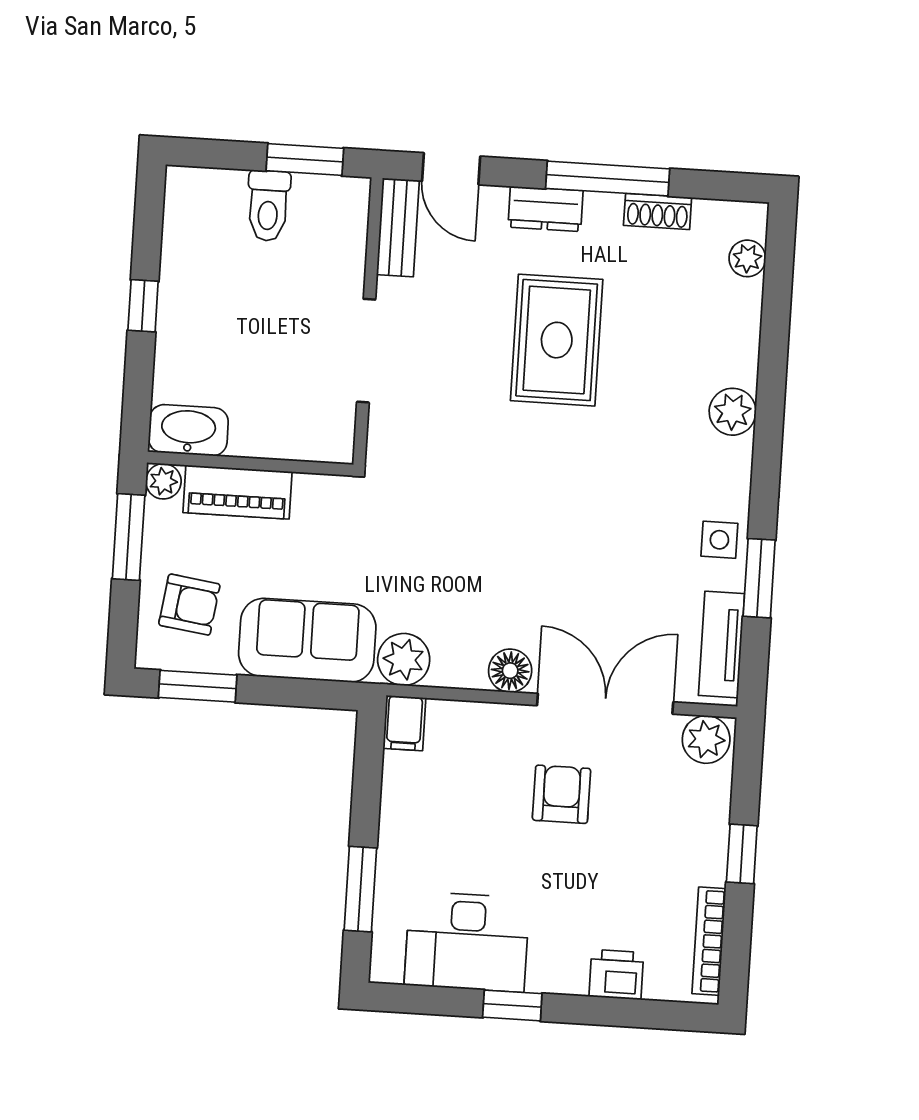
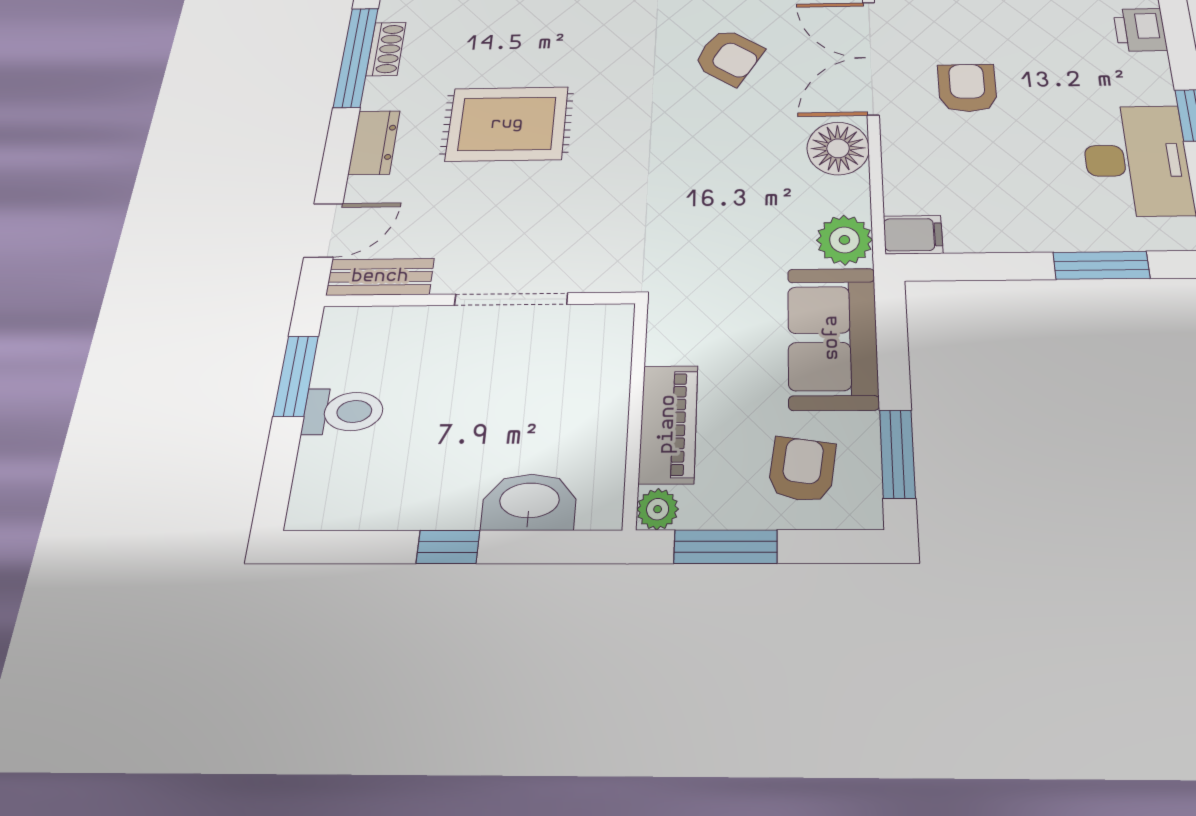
window: (608, 179) -> (356, 57), moved
washbasin: (188, 430) -> (529, 502), moved, turned 90
armchair: (618, 562) -> (728, 57), added
floor lamp: (510, 671) -> (838, 148), width x1.38, depth x1.38
armchair: (562, 794) -> (967, 88), turned 90

